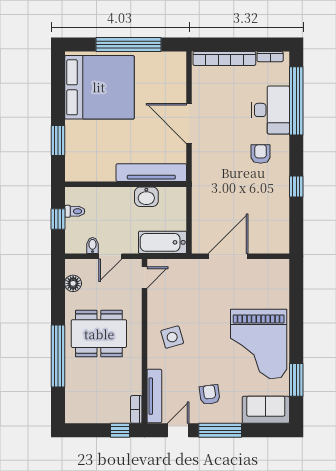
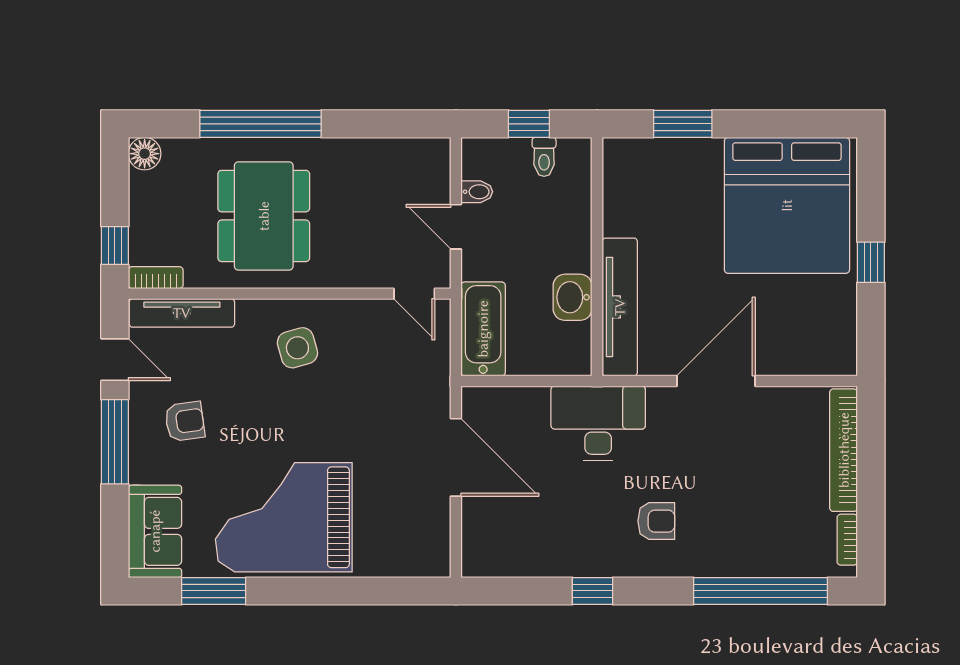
window: (128, 44) -> (871, 262), width x0.32
desk: (270, 110) -> (598, 423), moved, turned 180
floor lamp: (73, 283) -> (145, 154), moved
dining table: (99, 334) -> (264, 216), moved

